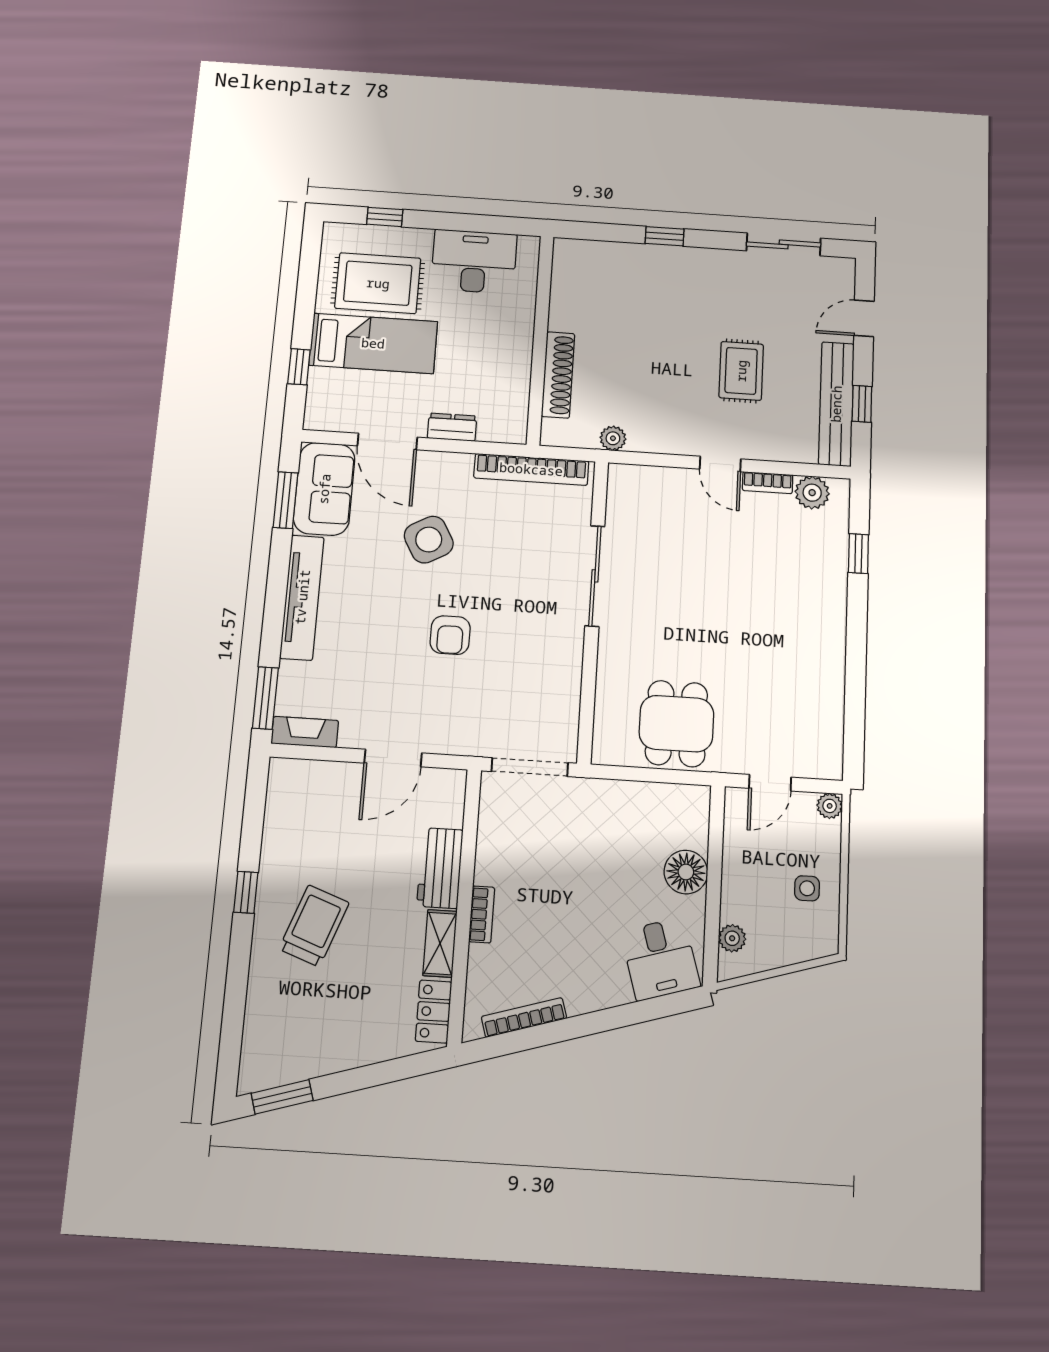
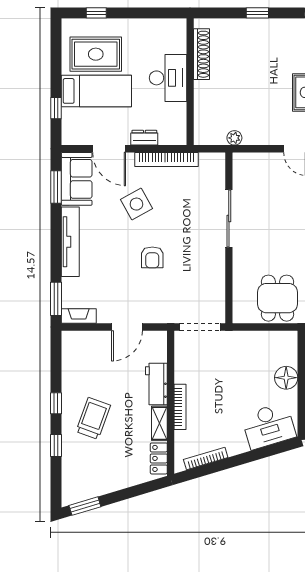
desk: (474, 261) -> (168, 78), moved, turned 90
shoe rack: (558, 375) -> (202, 54), moved
bookcase: (531, 469) -> (166, 159), moved
bookcase: (482, 914) -> (180, 407), width x1.56
desk: (660, 959) -> (269, 426), width x1.37
window: (238, 974) -> (56, 445), added

